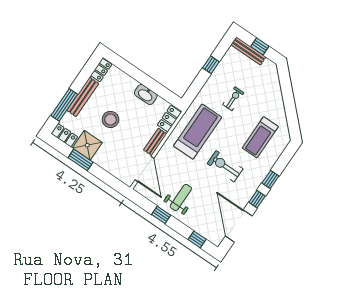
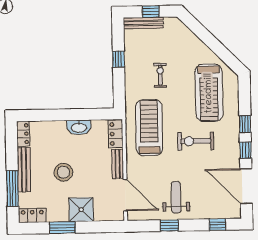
treadmill: (260, 137) -> (209, 93), width x1.37, depth x1.38
shower: (87, 145) -> (81, 210), moved

